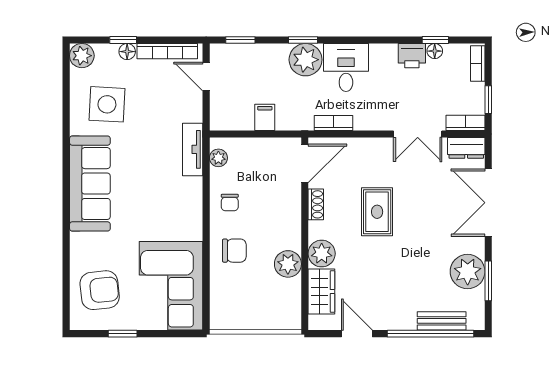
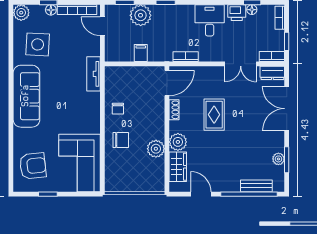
plant: (306, 60) -> (141, 15), moved
desk: (346, 67) -> (210, 20), moved
plant: (218, 158) -> (110, 79), removed
plant: (468, 272) -> (278, 159), width x0.53, depth x0.53

